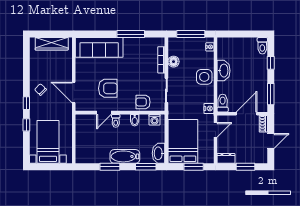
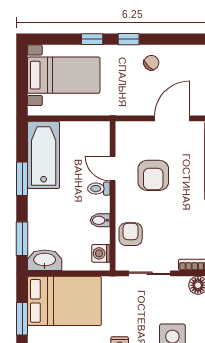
door: (74, 92) -> (172, 118), moved
bathtub: (125, 156) -> (44, 155), moved, width x1.36, depth x1.36

